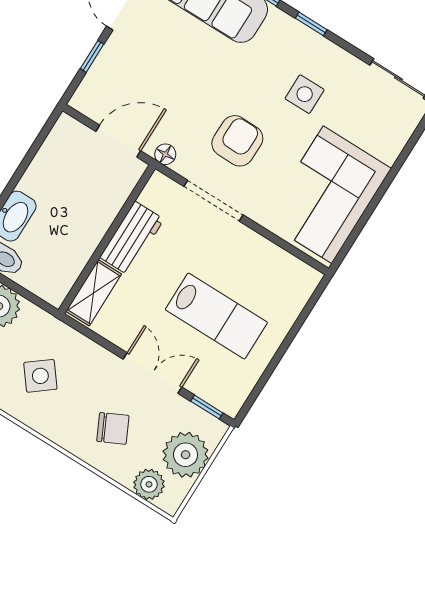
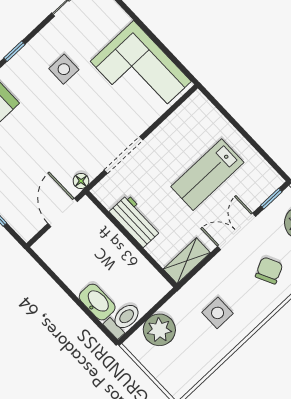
armchair: (237, 141) -> (85, 126), removed
shelving: (94, 293) -> (187, 261), moved, turned 90
lab bench: (216, 316) -> (207, 175), turned 180
side table: (40, 376) -> (218, 313), turned 38

